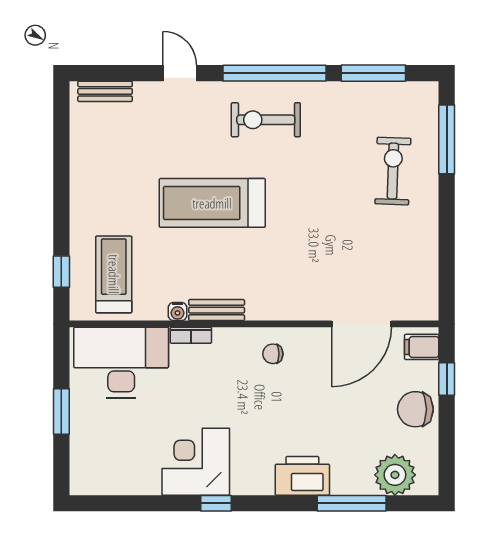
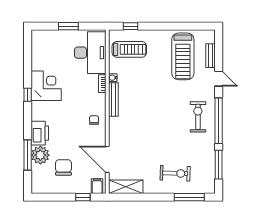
door: (180, 73) -> (219, 79), hinge flipped
bench: (105, 91) -> (211, 56), moved
treadmill: (212, 203) -> (183, 56), moved, turned 180
shelving: (423, 282) -> (126, 187), added
bench: (217, 310) -> (113, 99), width x1.36
chair: (415, 409) -> (63, 167), moved
plant: (395, 475) -> (40, 155), moved

